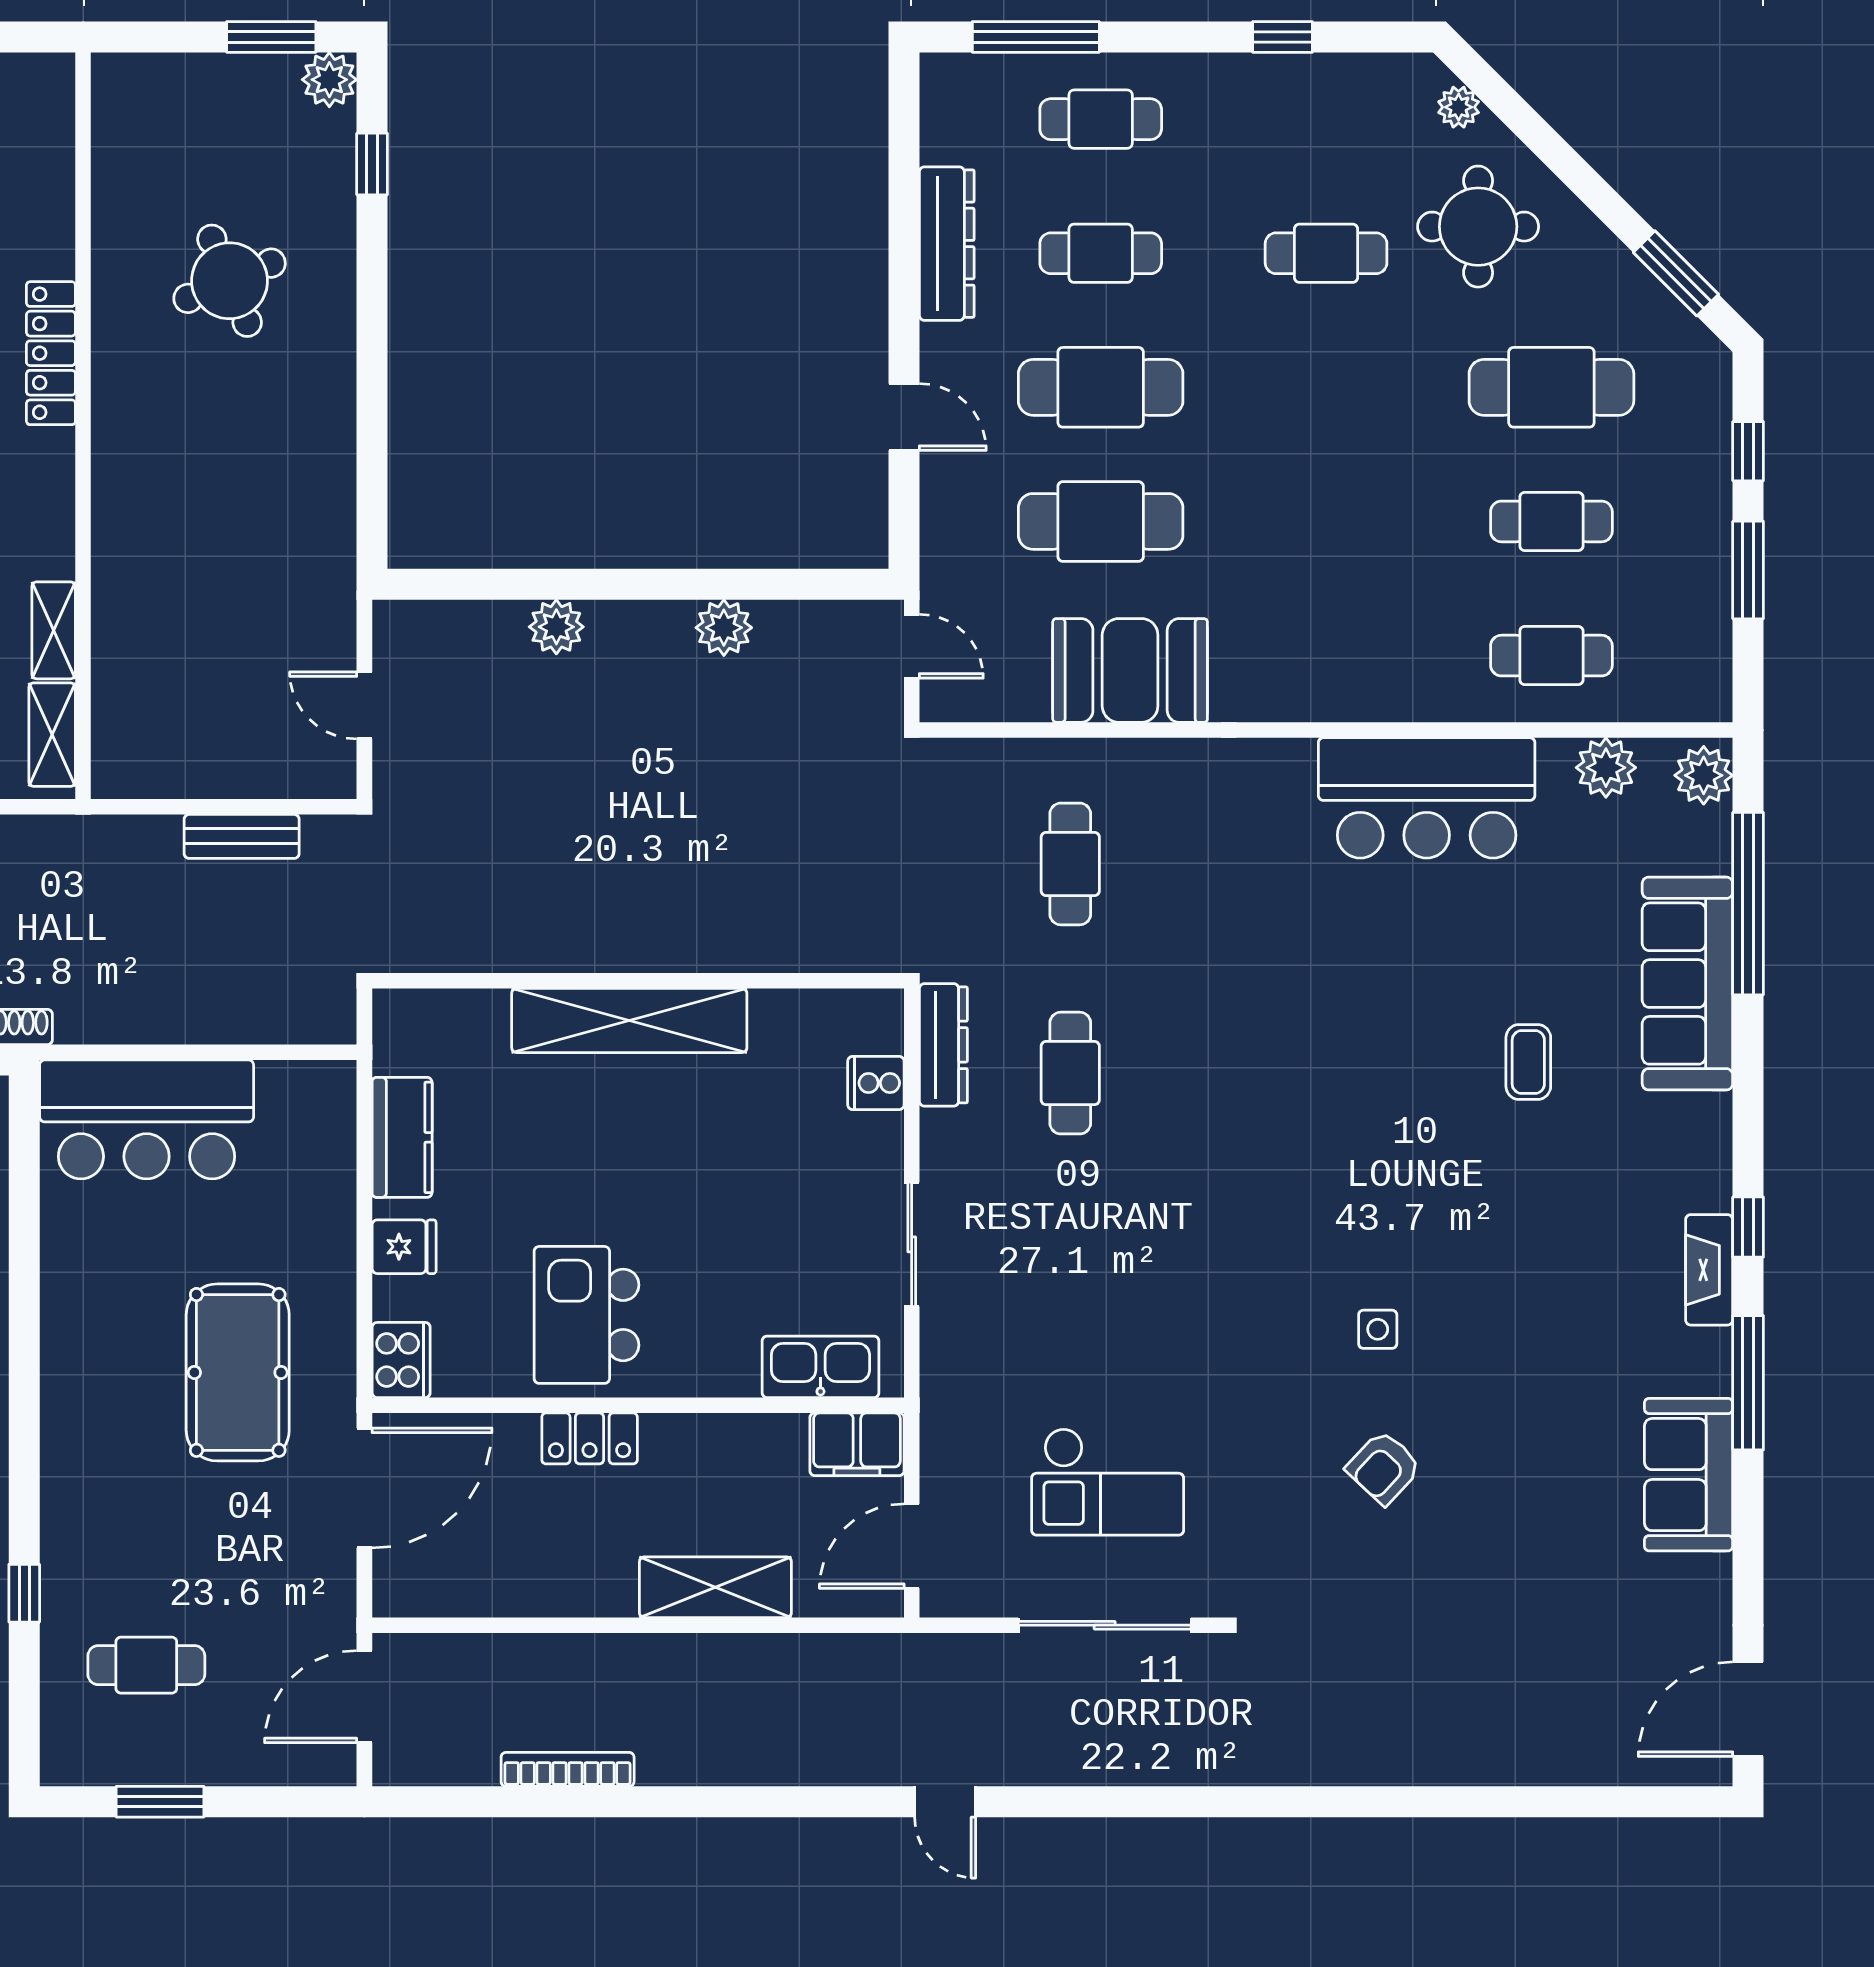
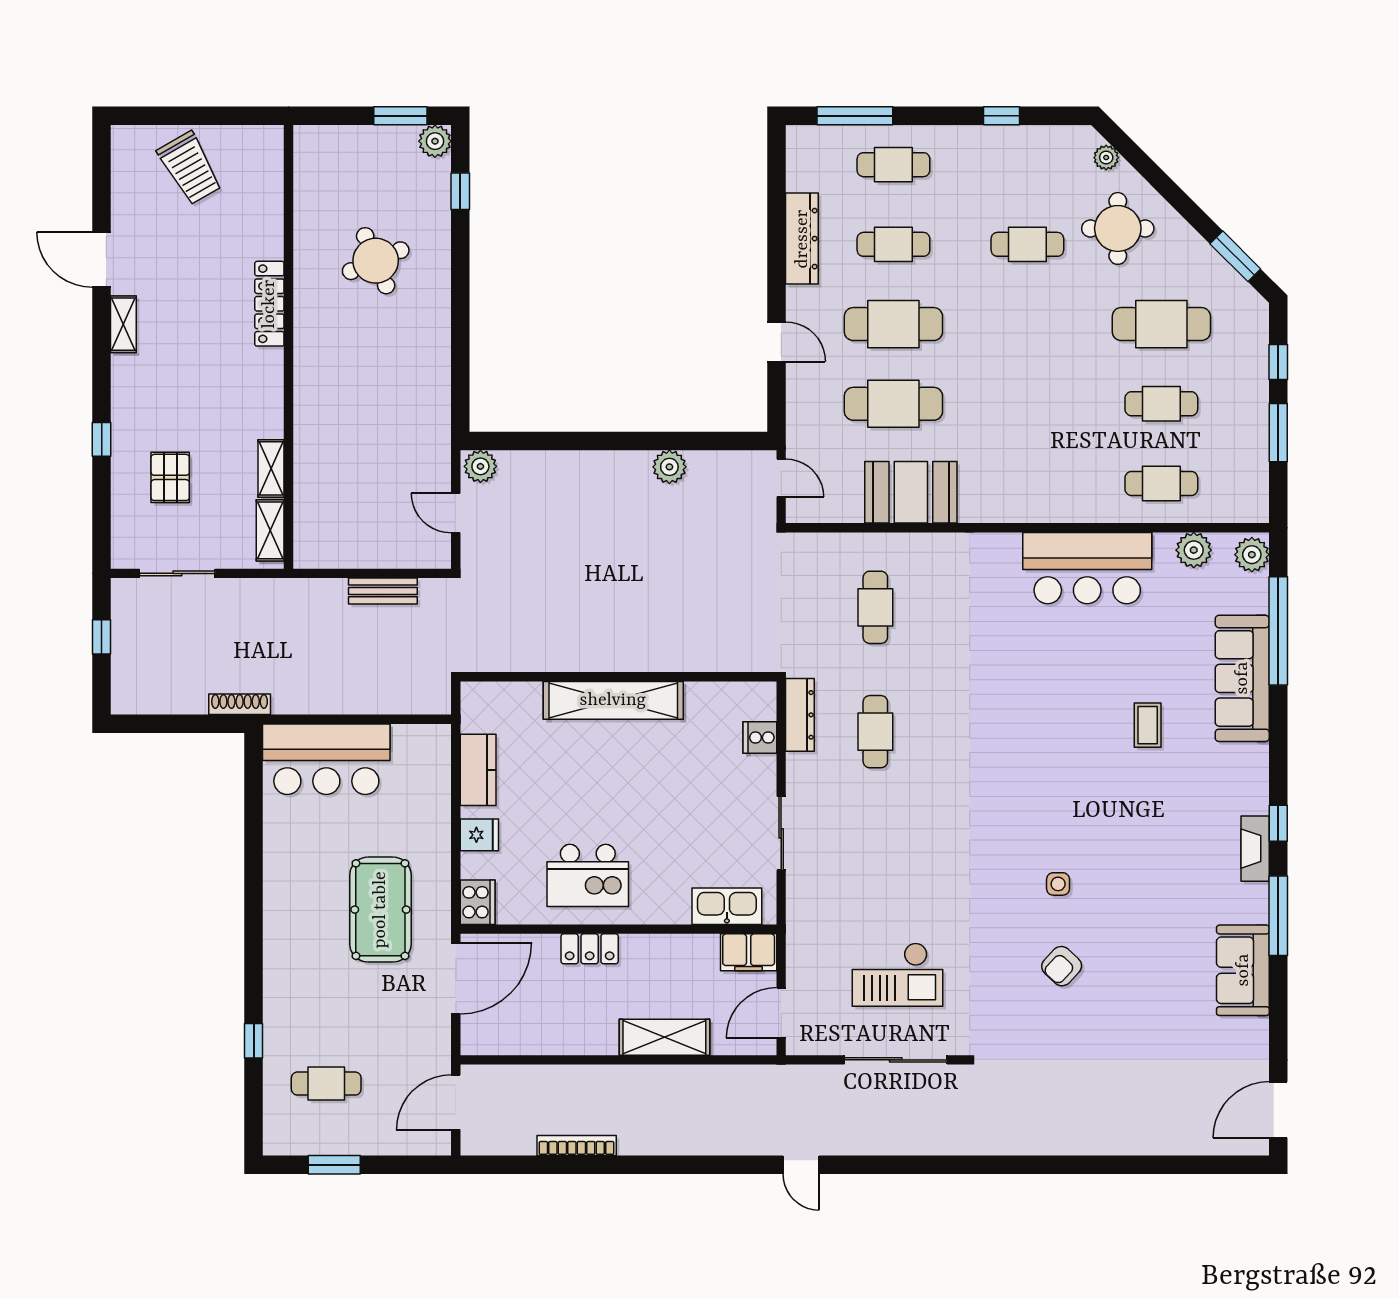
plant: (556, 627) -> (480, 466), moved
kitchen island: (586, 1315) -> (588, 875), turned -90

